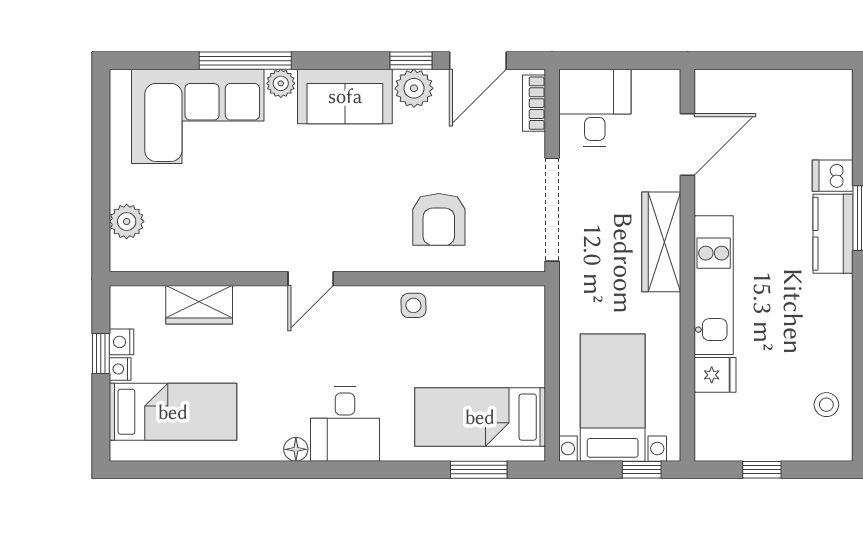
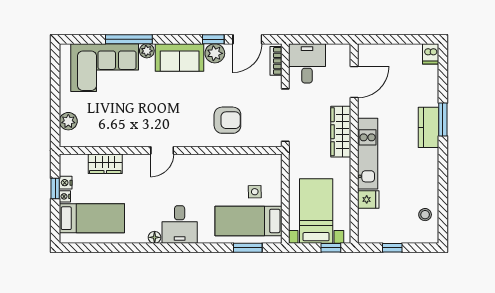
dishwasher: (833, 176) -> (431, 54), moved, turned -90
armchair: (439, 219) -> (227, 120), turned -90
side table: (413, 305) -> (255, 192), moved

